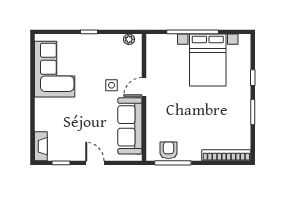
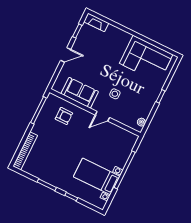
bed with nightstands: (208, 60) -> (97, 176), width x0.73
door: (144, 87) -> (102, 116), swing flipped
sofa: (130, 126) -> (80, 93), width x0.73
armchair: (169, 150) -> (64, 116), moved

